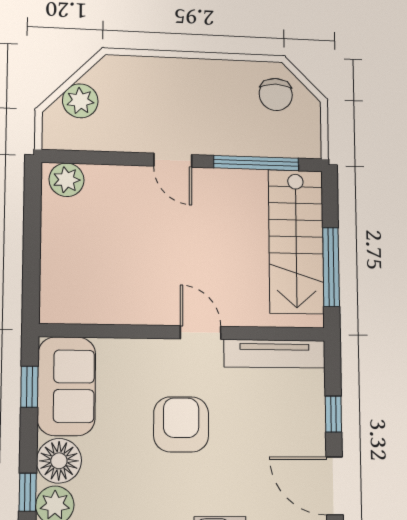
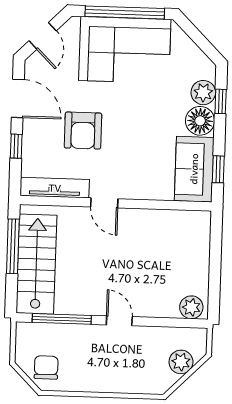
armchair: (181, 424) -> (83, 131), moved

